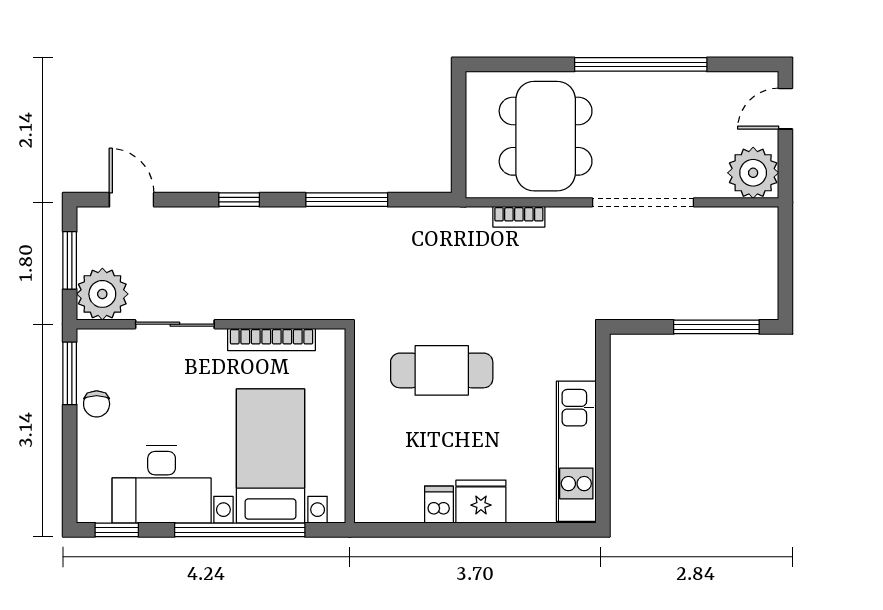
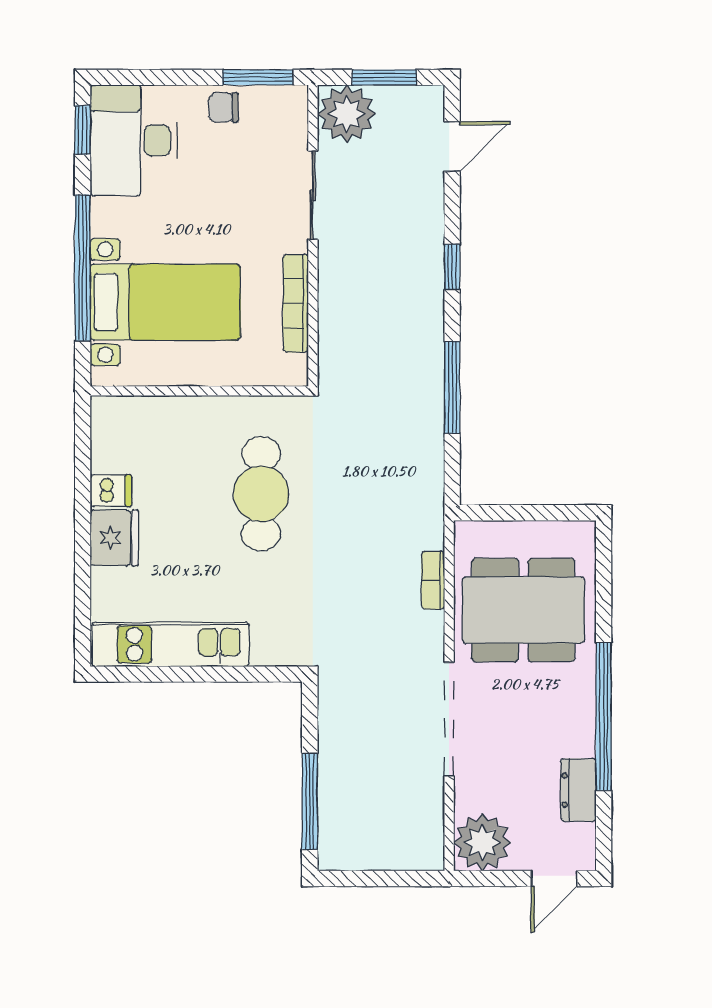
dresser: (706, 87) -> (578, 790), added
door: (785, 109) -> (554, 879), swing flipped
desk: (162, 484) -> (134, 140), moved

